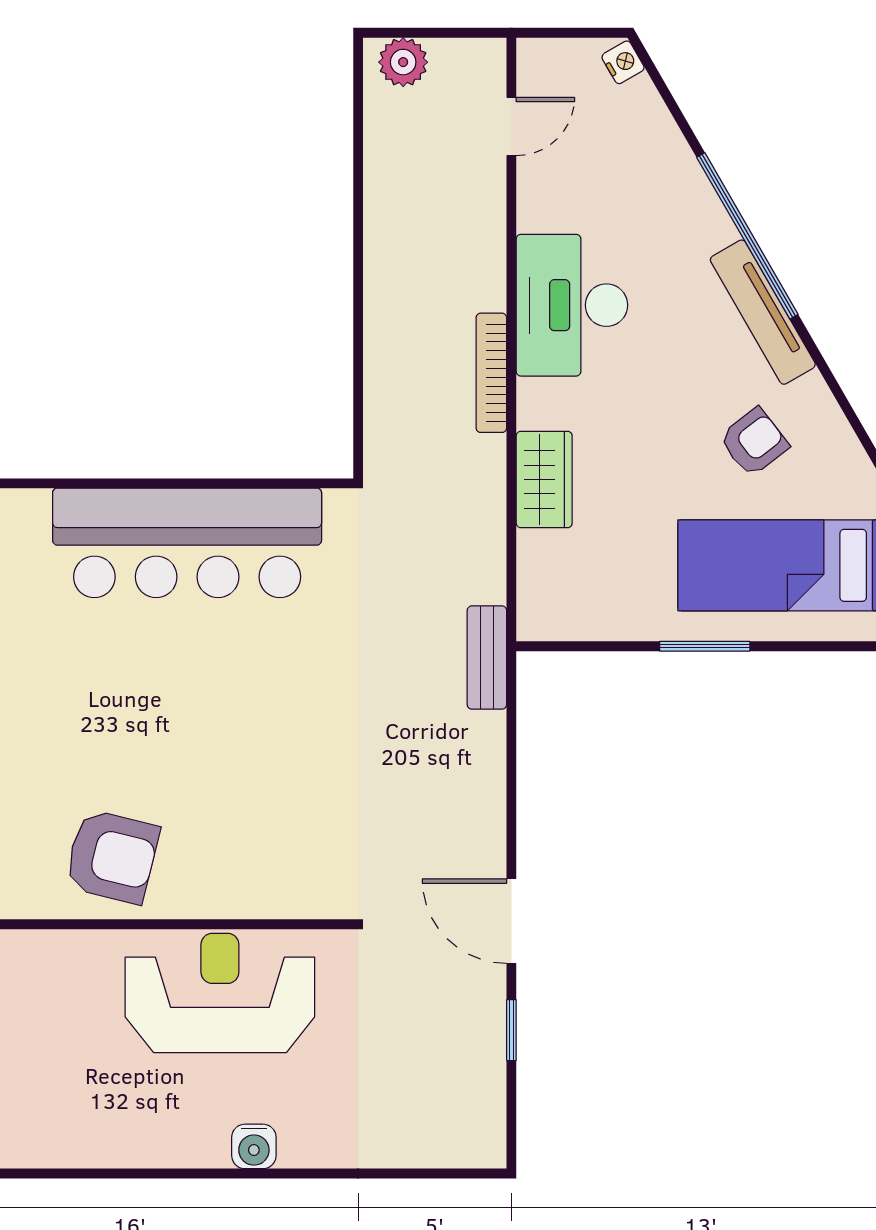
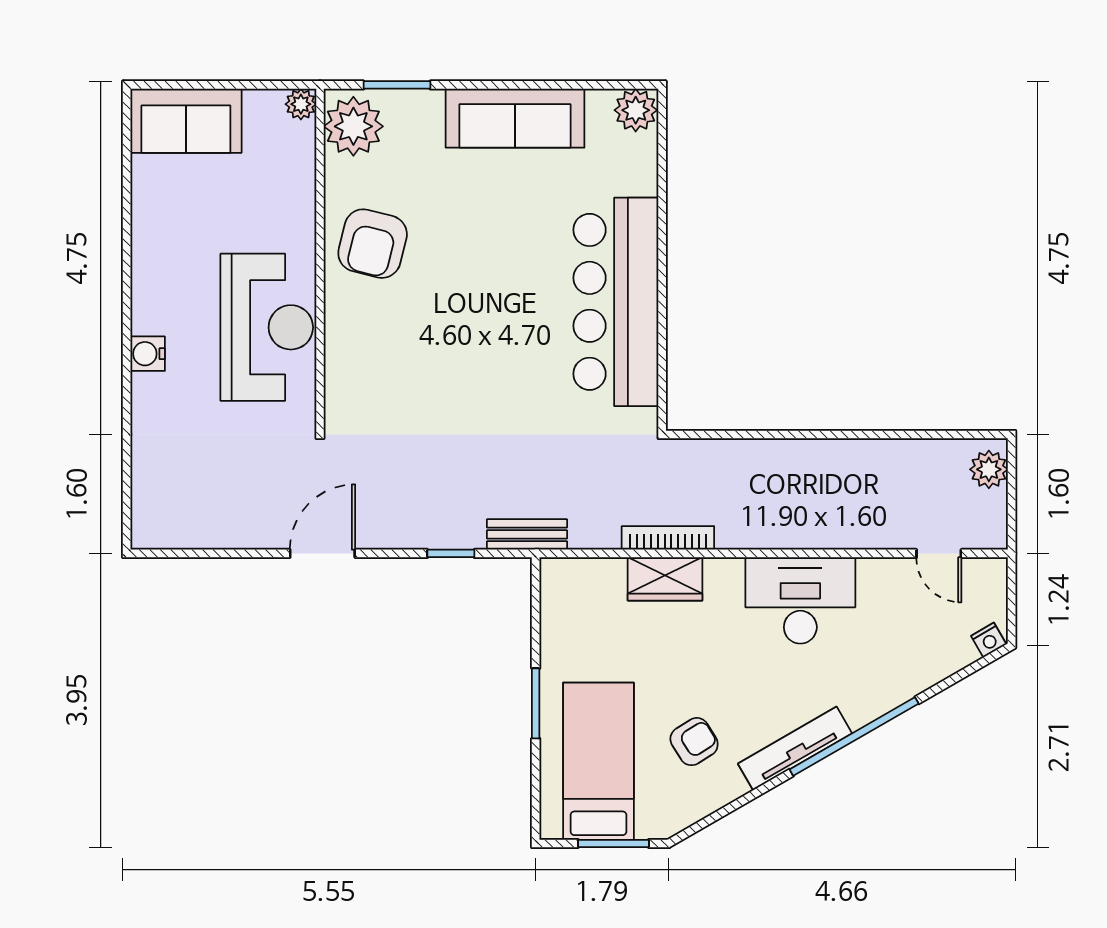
bookcase: (491, 373) -> (668, 538), moved
armchair: (754, 442) -> (694, 742), turned -84
window: (511, 1030) -> (451, 553), moved

